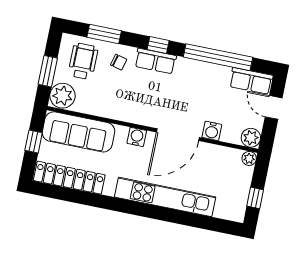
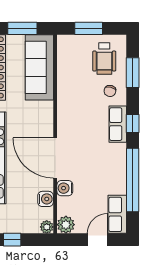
wheelchair: (83, 61) -> (104, 59), turned 90
plant: (62, 96) -> (69, 46), removed
water cooler: (137, 137) -> (46, 199), moved
window: (34, 141) -> (22, 28), width x1.50

